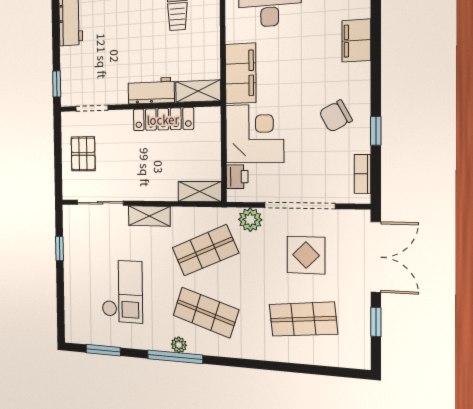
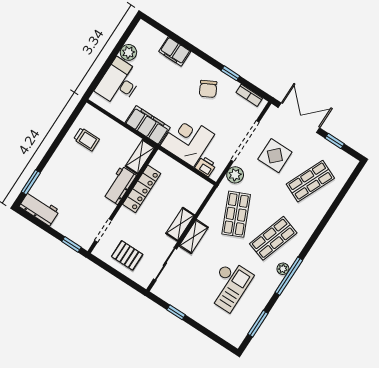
shelving: (200, 191) -> (180, 224), moved
checkout: (122, 291) -> (229, 286), turned 90
shop shelf: (303, 319) -> (310, 181), turned 30

